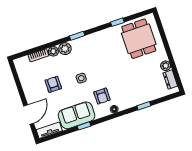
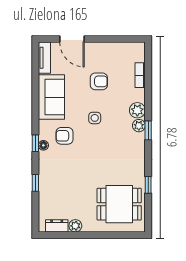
plant: (53, 51) -> (139, 126), moved
window: (84, 126) -> (35, 143), moved

